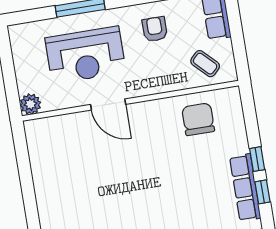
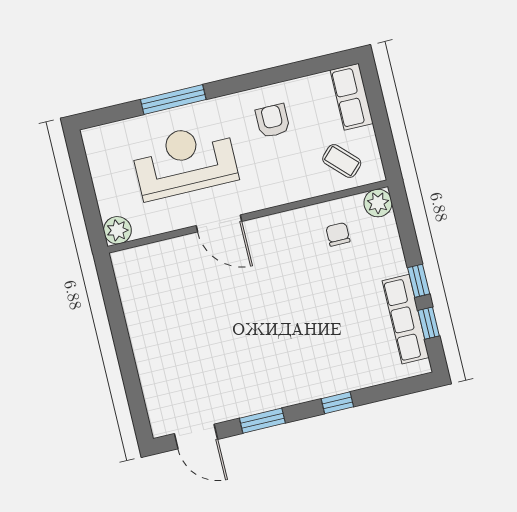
reception desk: (85, 55) -> (185, 161), turned 180
plant: (230, 98) -> (378, 203), added
chair: (198, 119) -> (338, 234), width x0.54, depth x0.54

